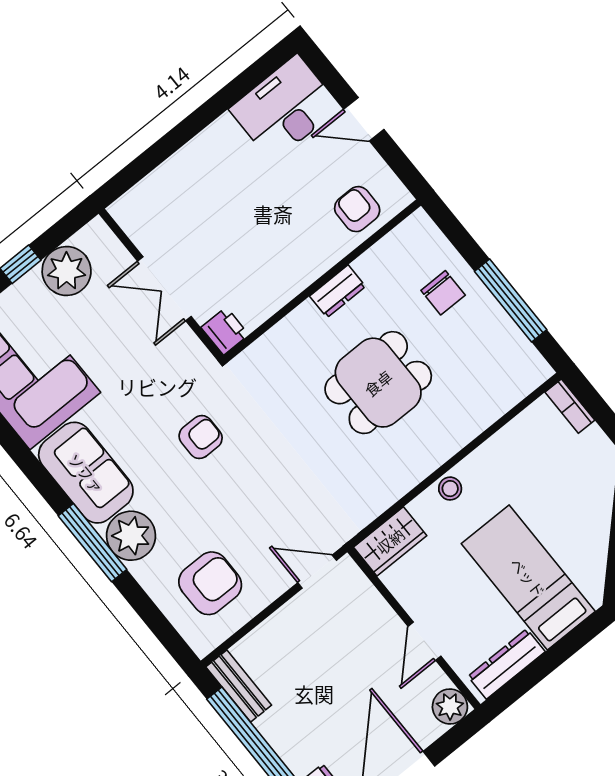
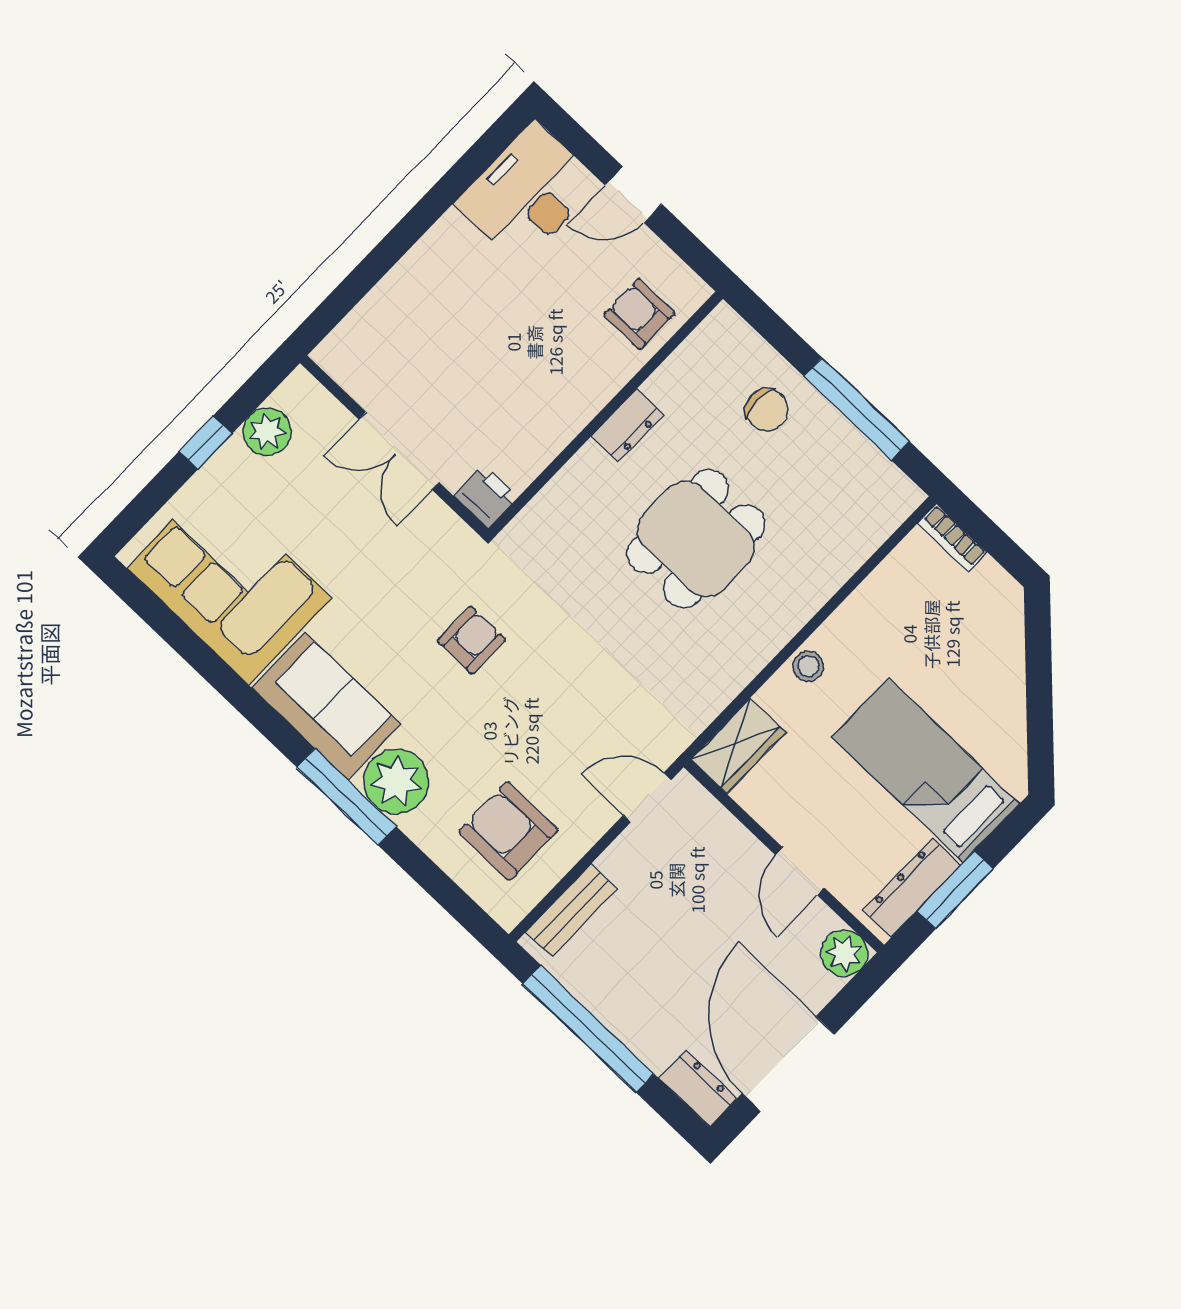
plant: (67, 271) -> (267, 432), width x0.73, depth x0.73
armchair: (210, 583) -> (508, 831), turned -90
window: (539, 670) -> (955, 890), added
bench: (239, 686) -> (572, 910), moved, turned 90

